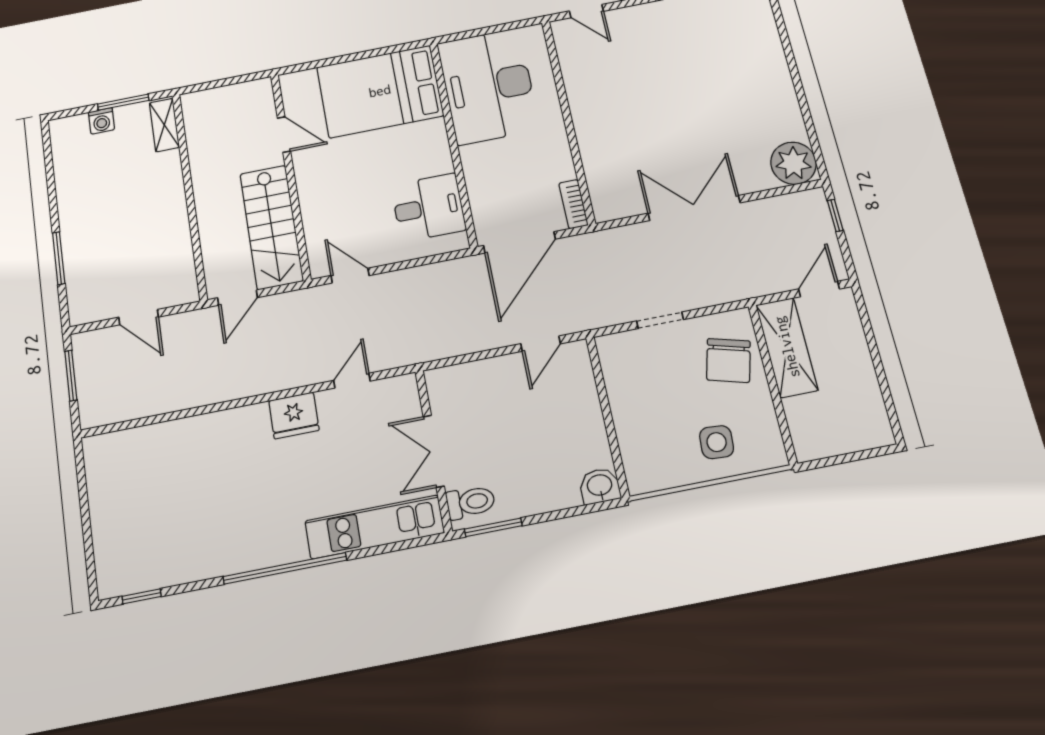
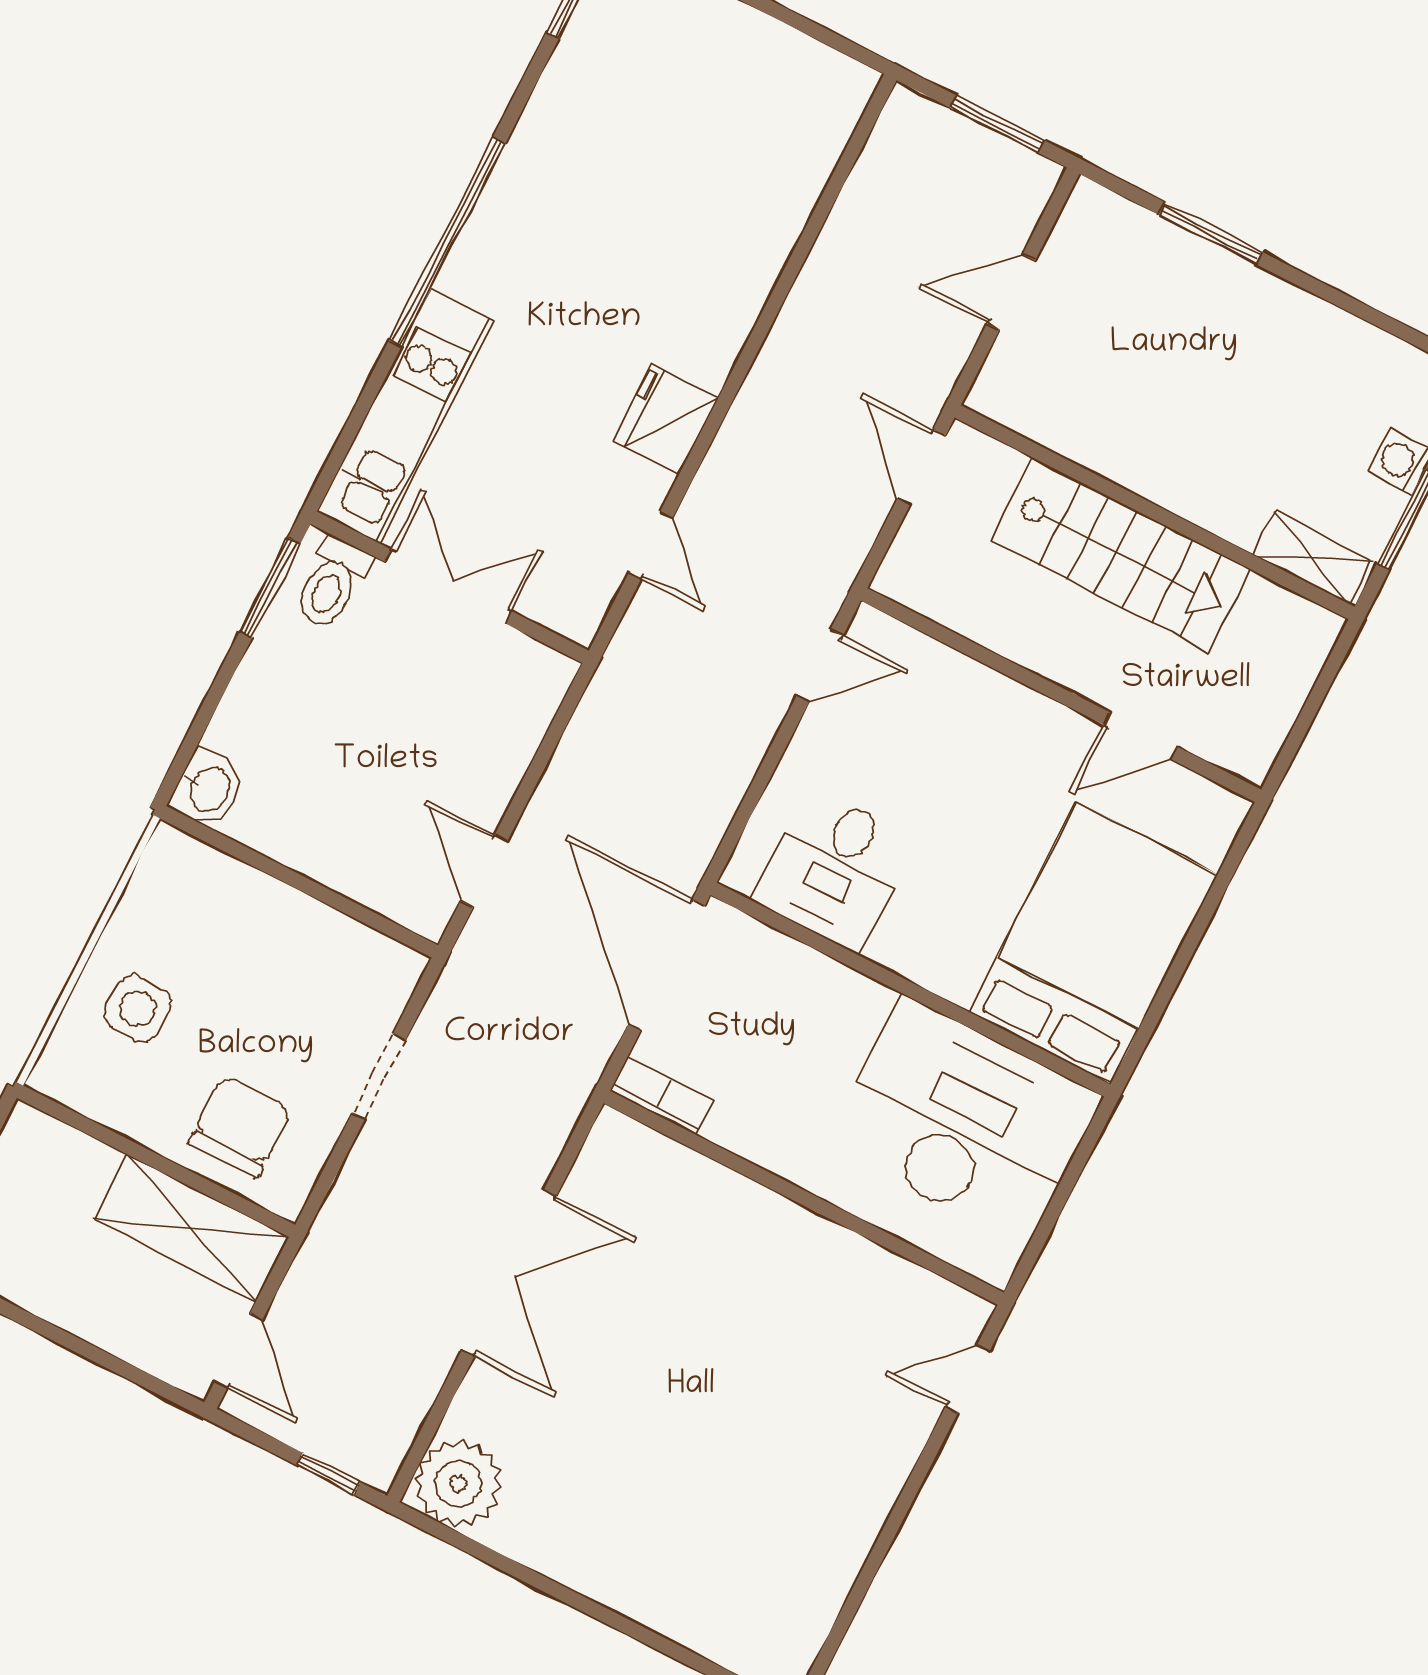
stairs: (272, 227) -> (1121, 554), moved, turned 180
chair: (728, 360) -> (240, 1126), turned 75

